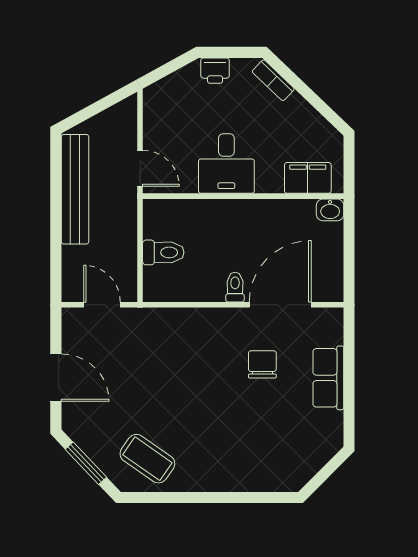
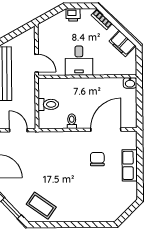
filing cabinet: (308, 178) -> (122, 44), moved, turned -136
toilet: (235, 287) -> (72, 121), moved

